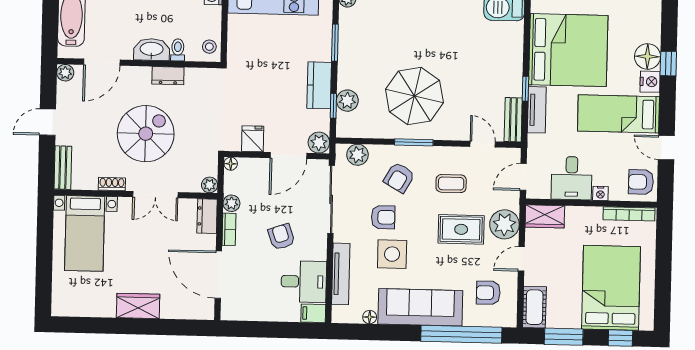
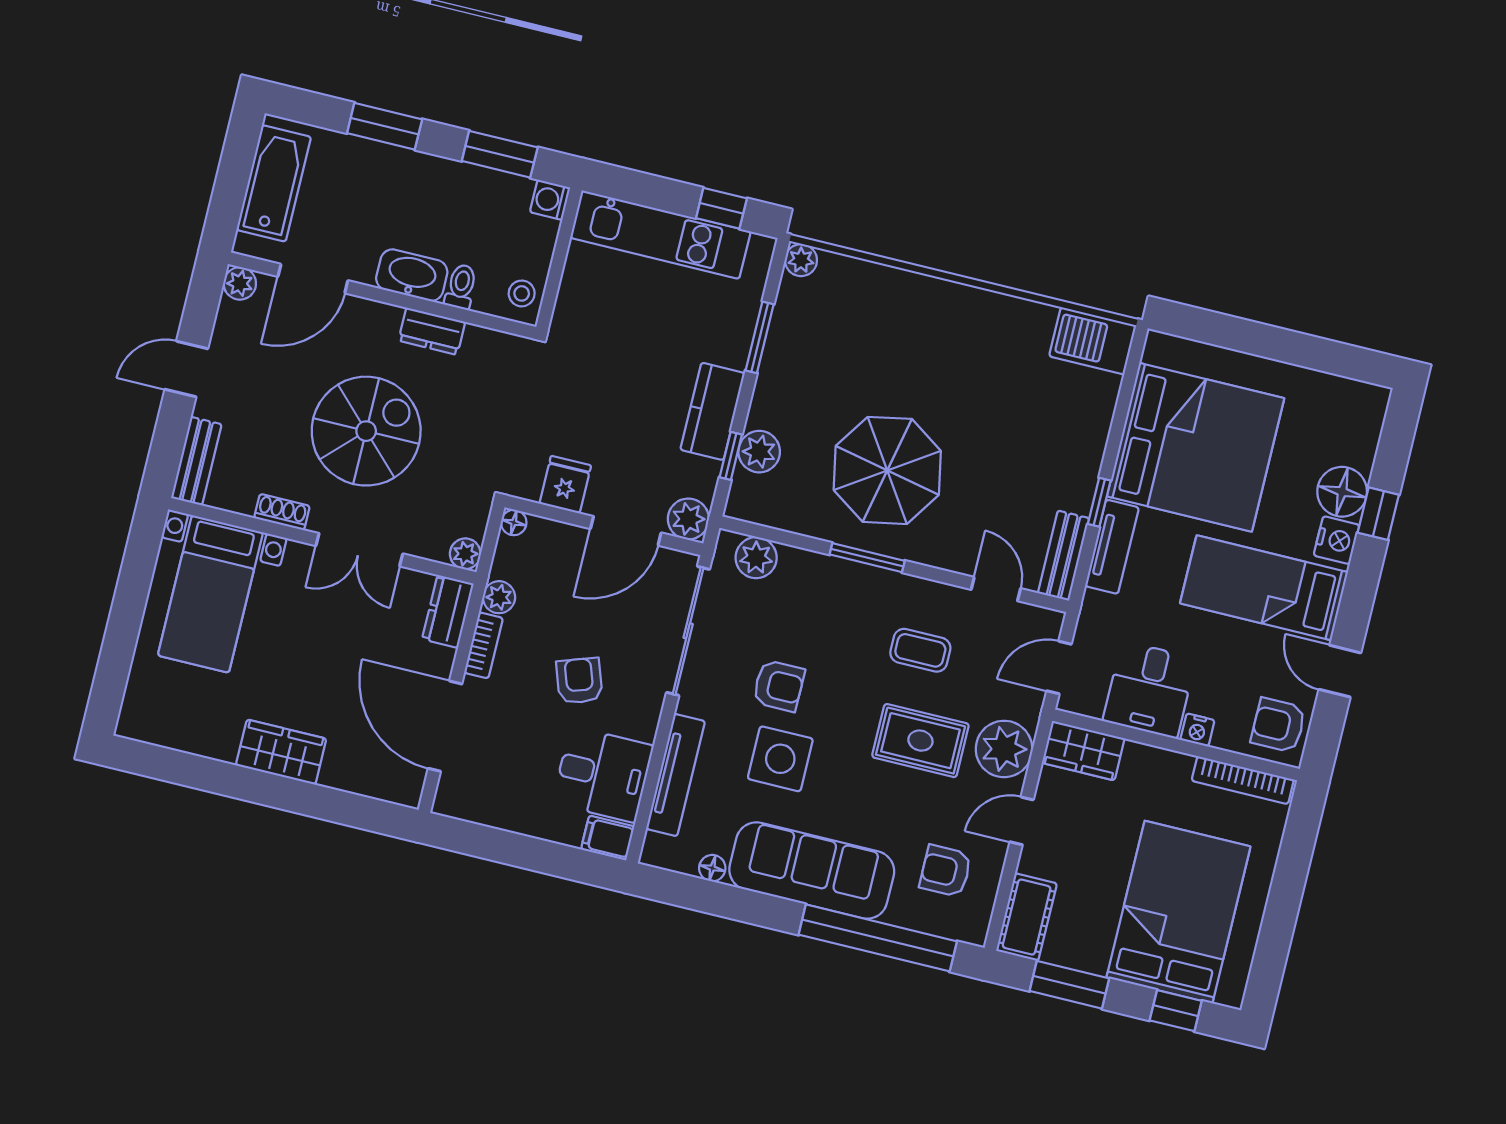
armchair: (399, 178) -> (825, 618), removed

